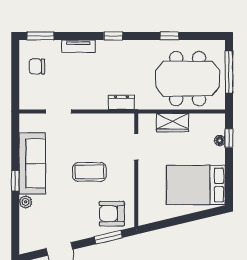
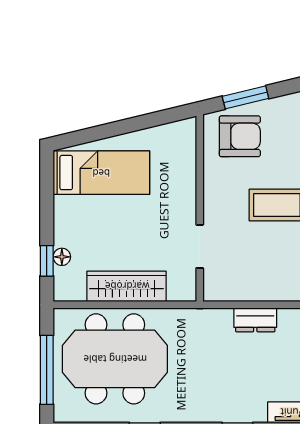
dresser: (121, 102) -> (255, 320), moved
wardrobe: (173, 123) -> (127, 286), width x1.50
bed: (196, 185) -> (101, 173), width x0.67

